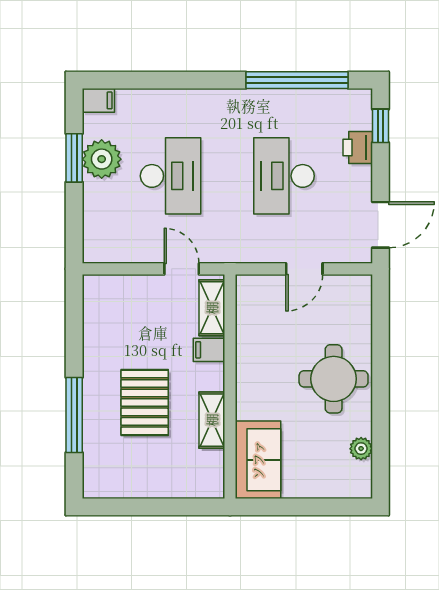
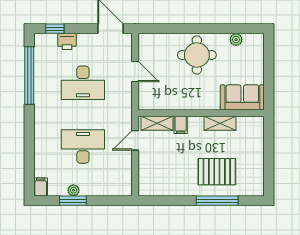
plant: (102, 159) -> (73, 190), width x0.53, depth x0.53
pallet: (145, 402) -> (217, 172), moved

